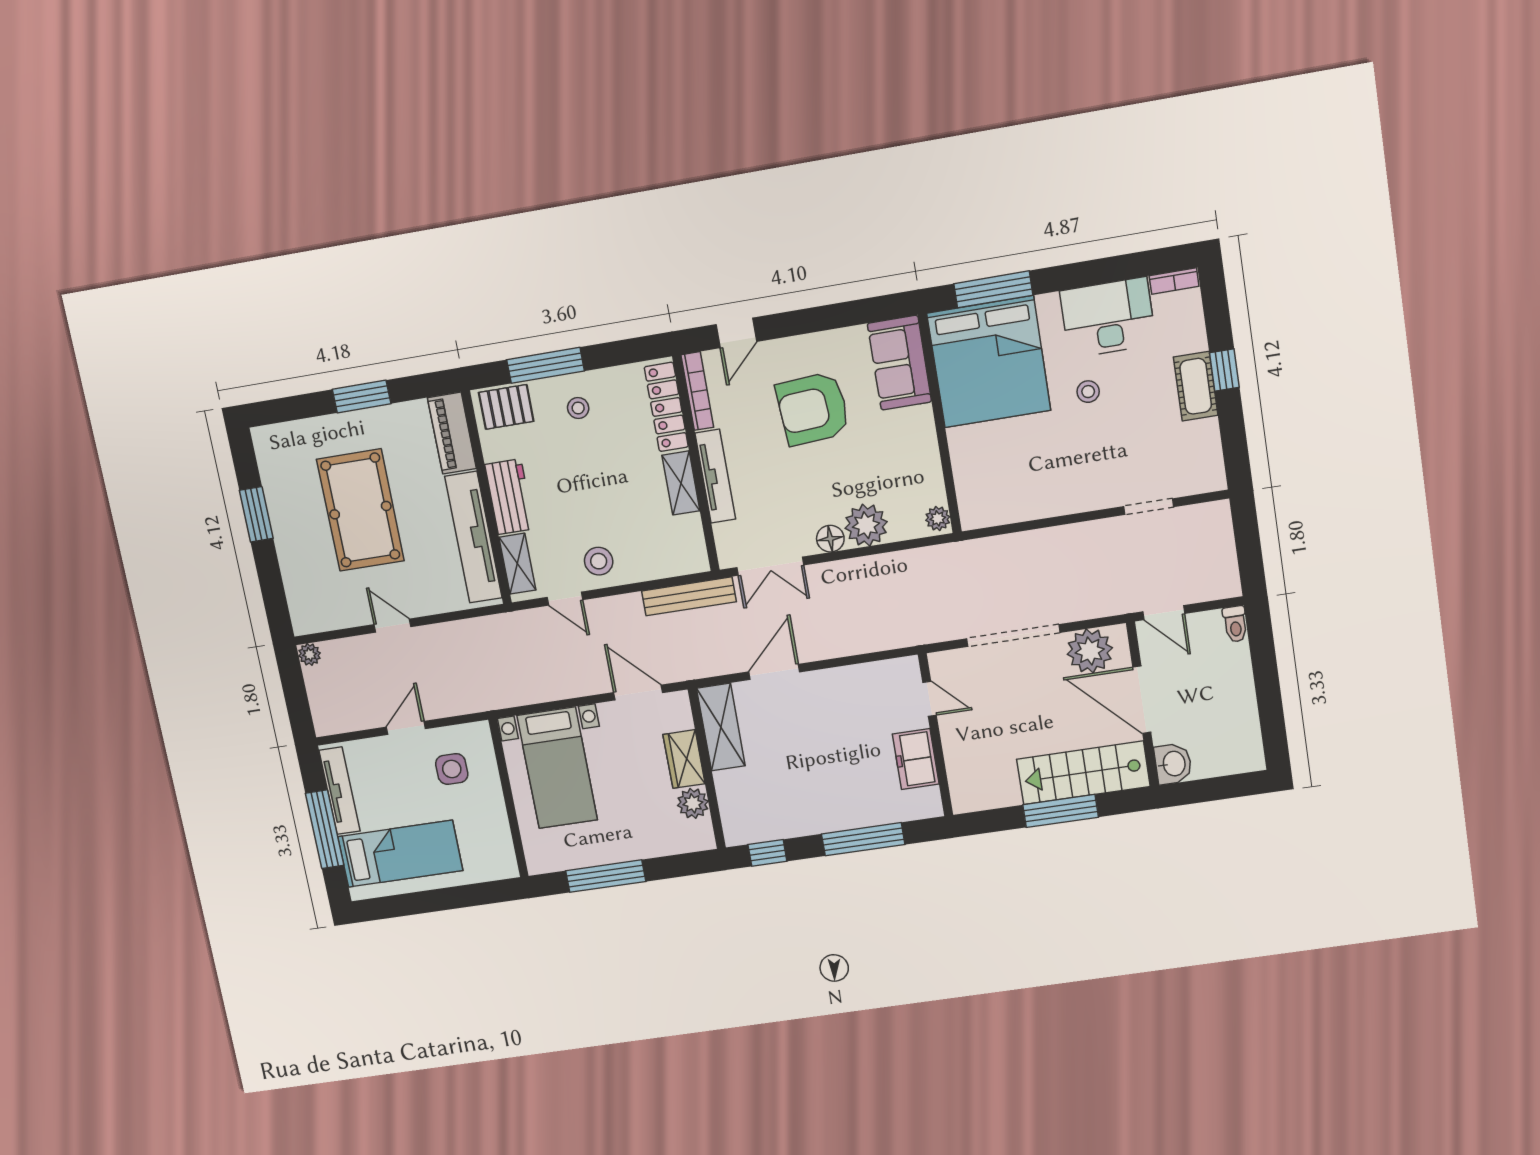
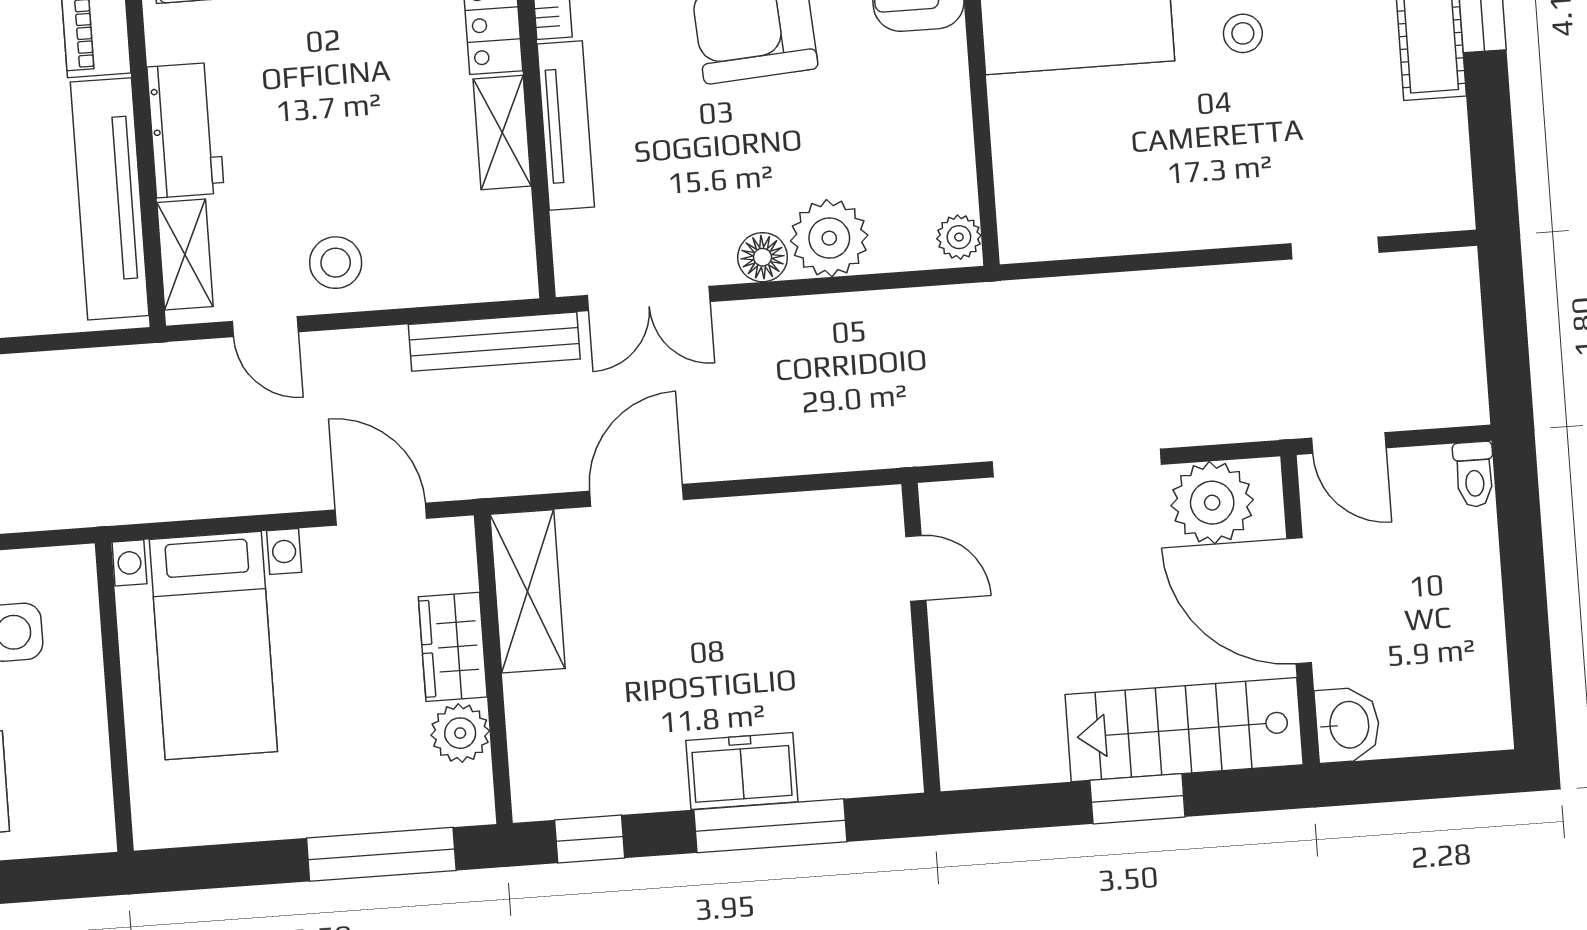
freezer: (916, 759) -> (742, 771), moved, turned 90
window: (1061, 811) -> (1137, 799), width x0.69
window: (606, 876) -> (381, 854), moved

